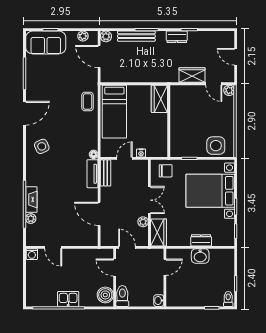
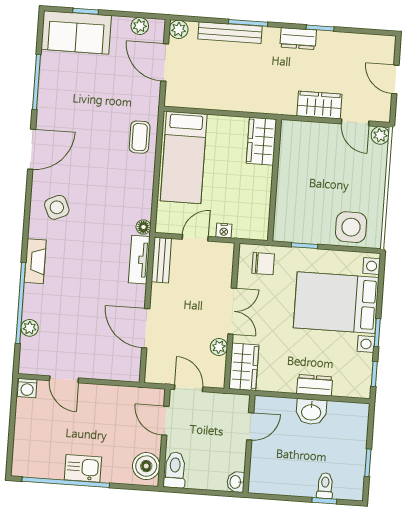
fireplace: (31, 199) -> (35, 261), moved
toilet: (228, 299) -> (325, 486), moved

